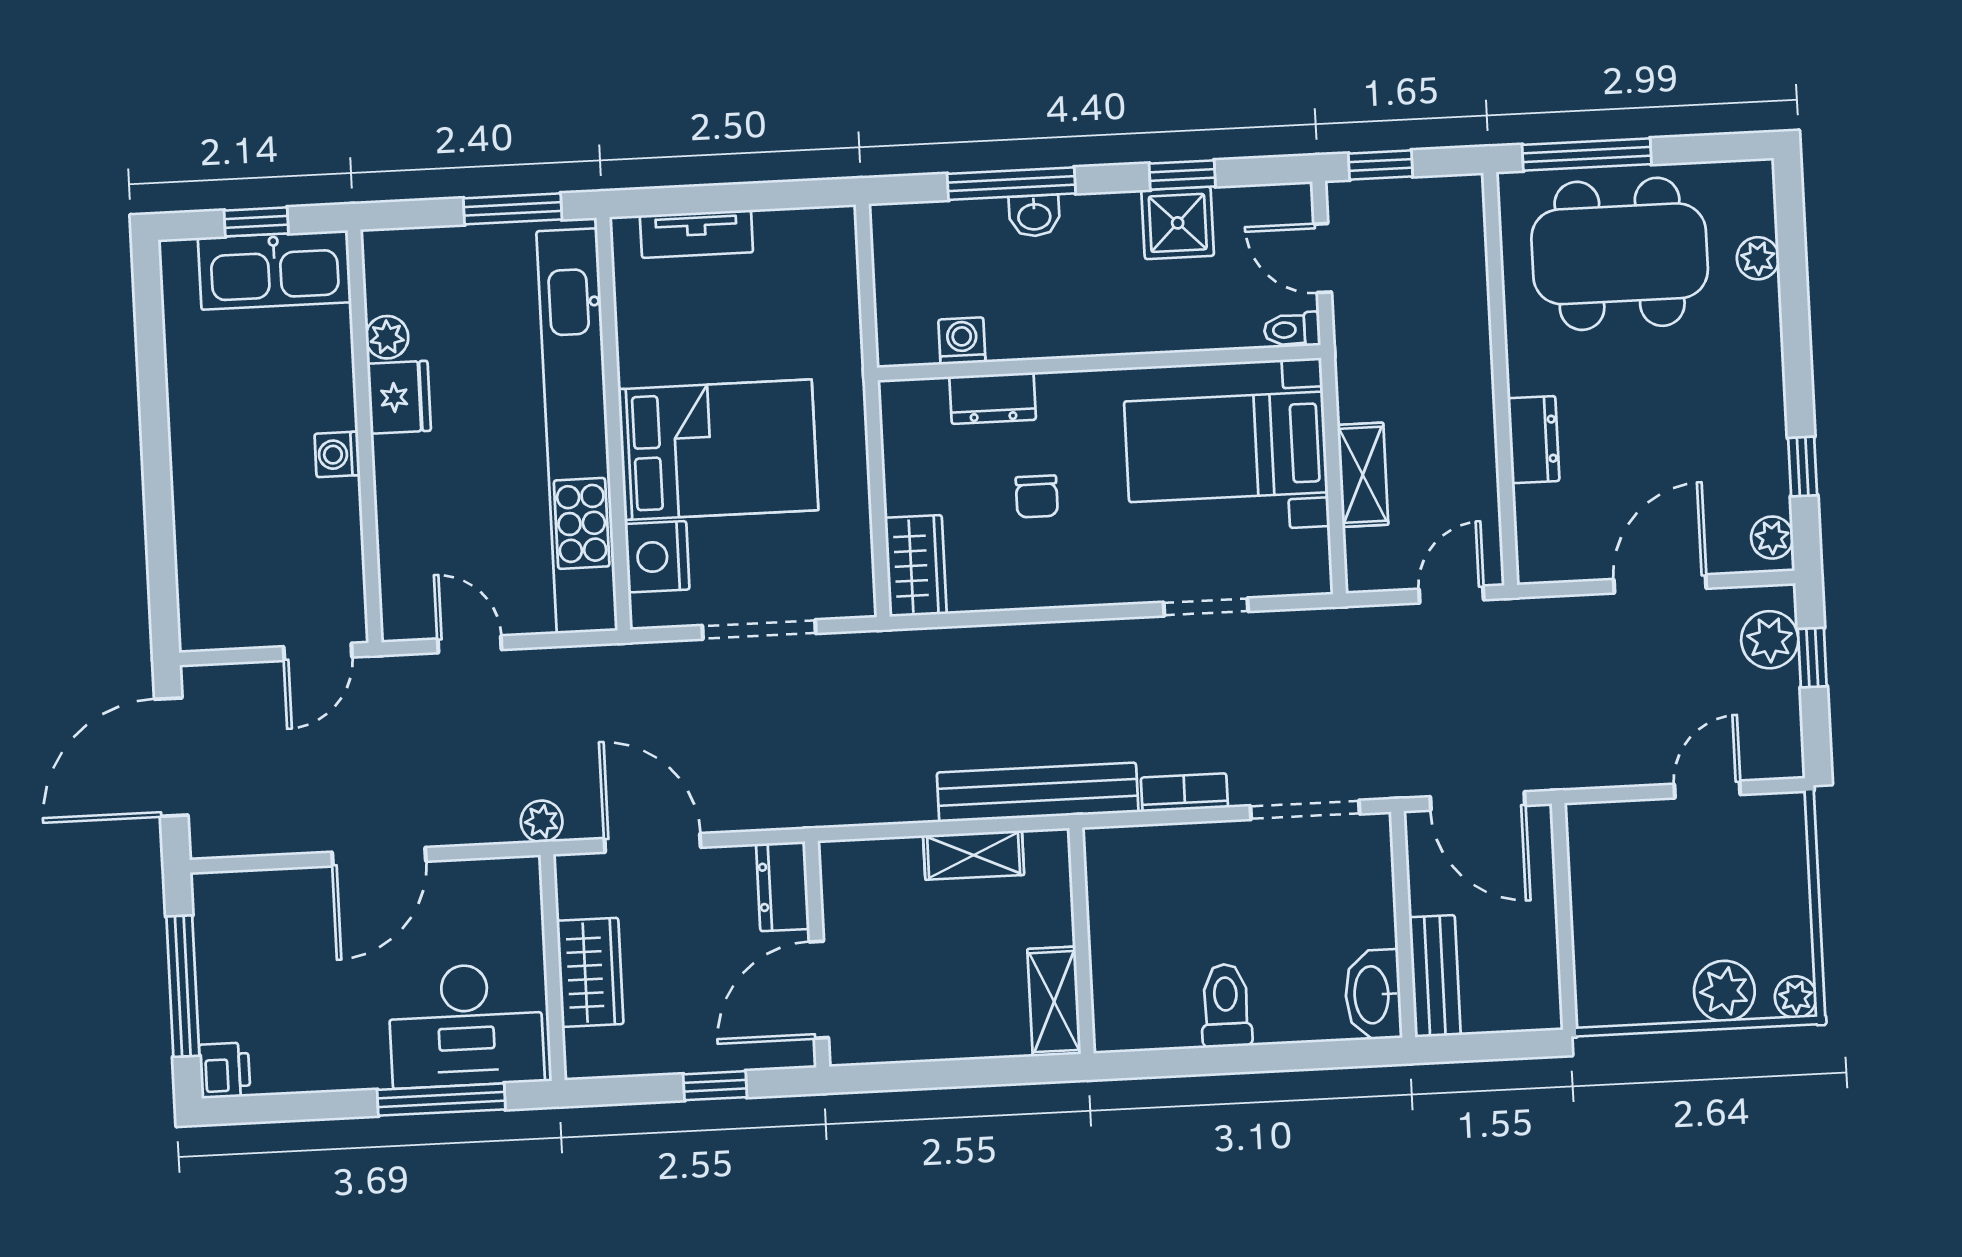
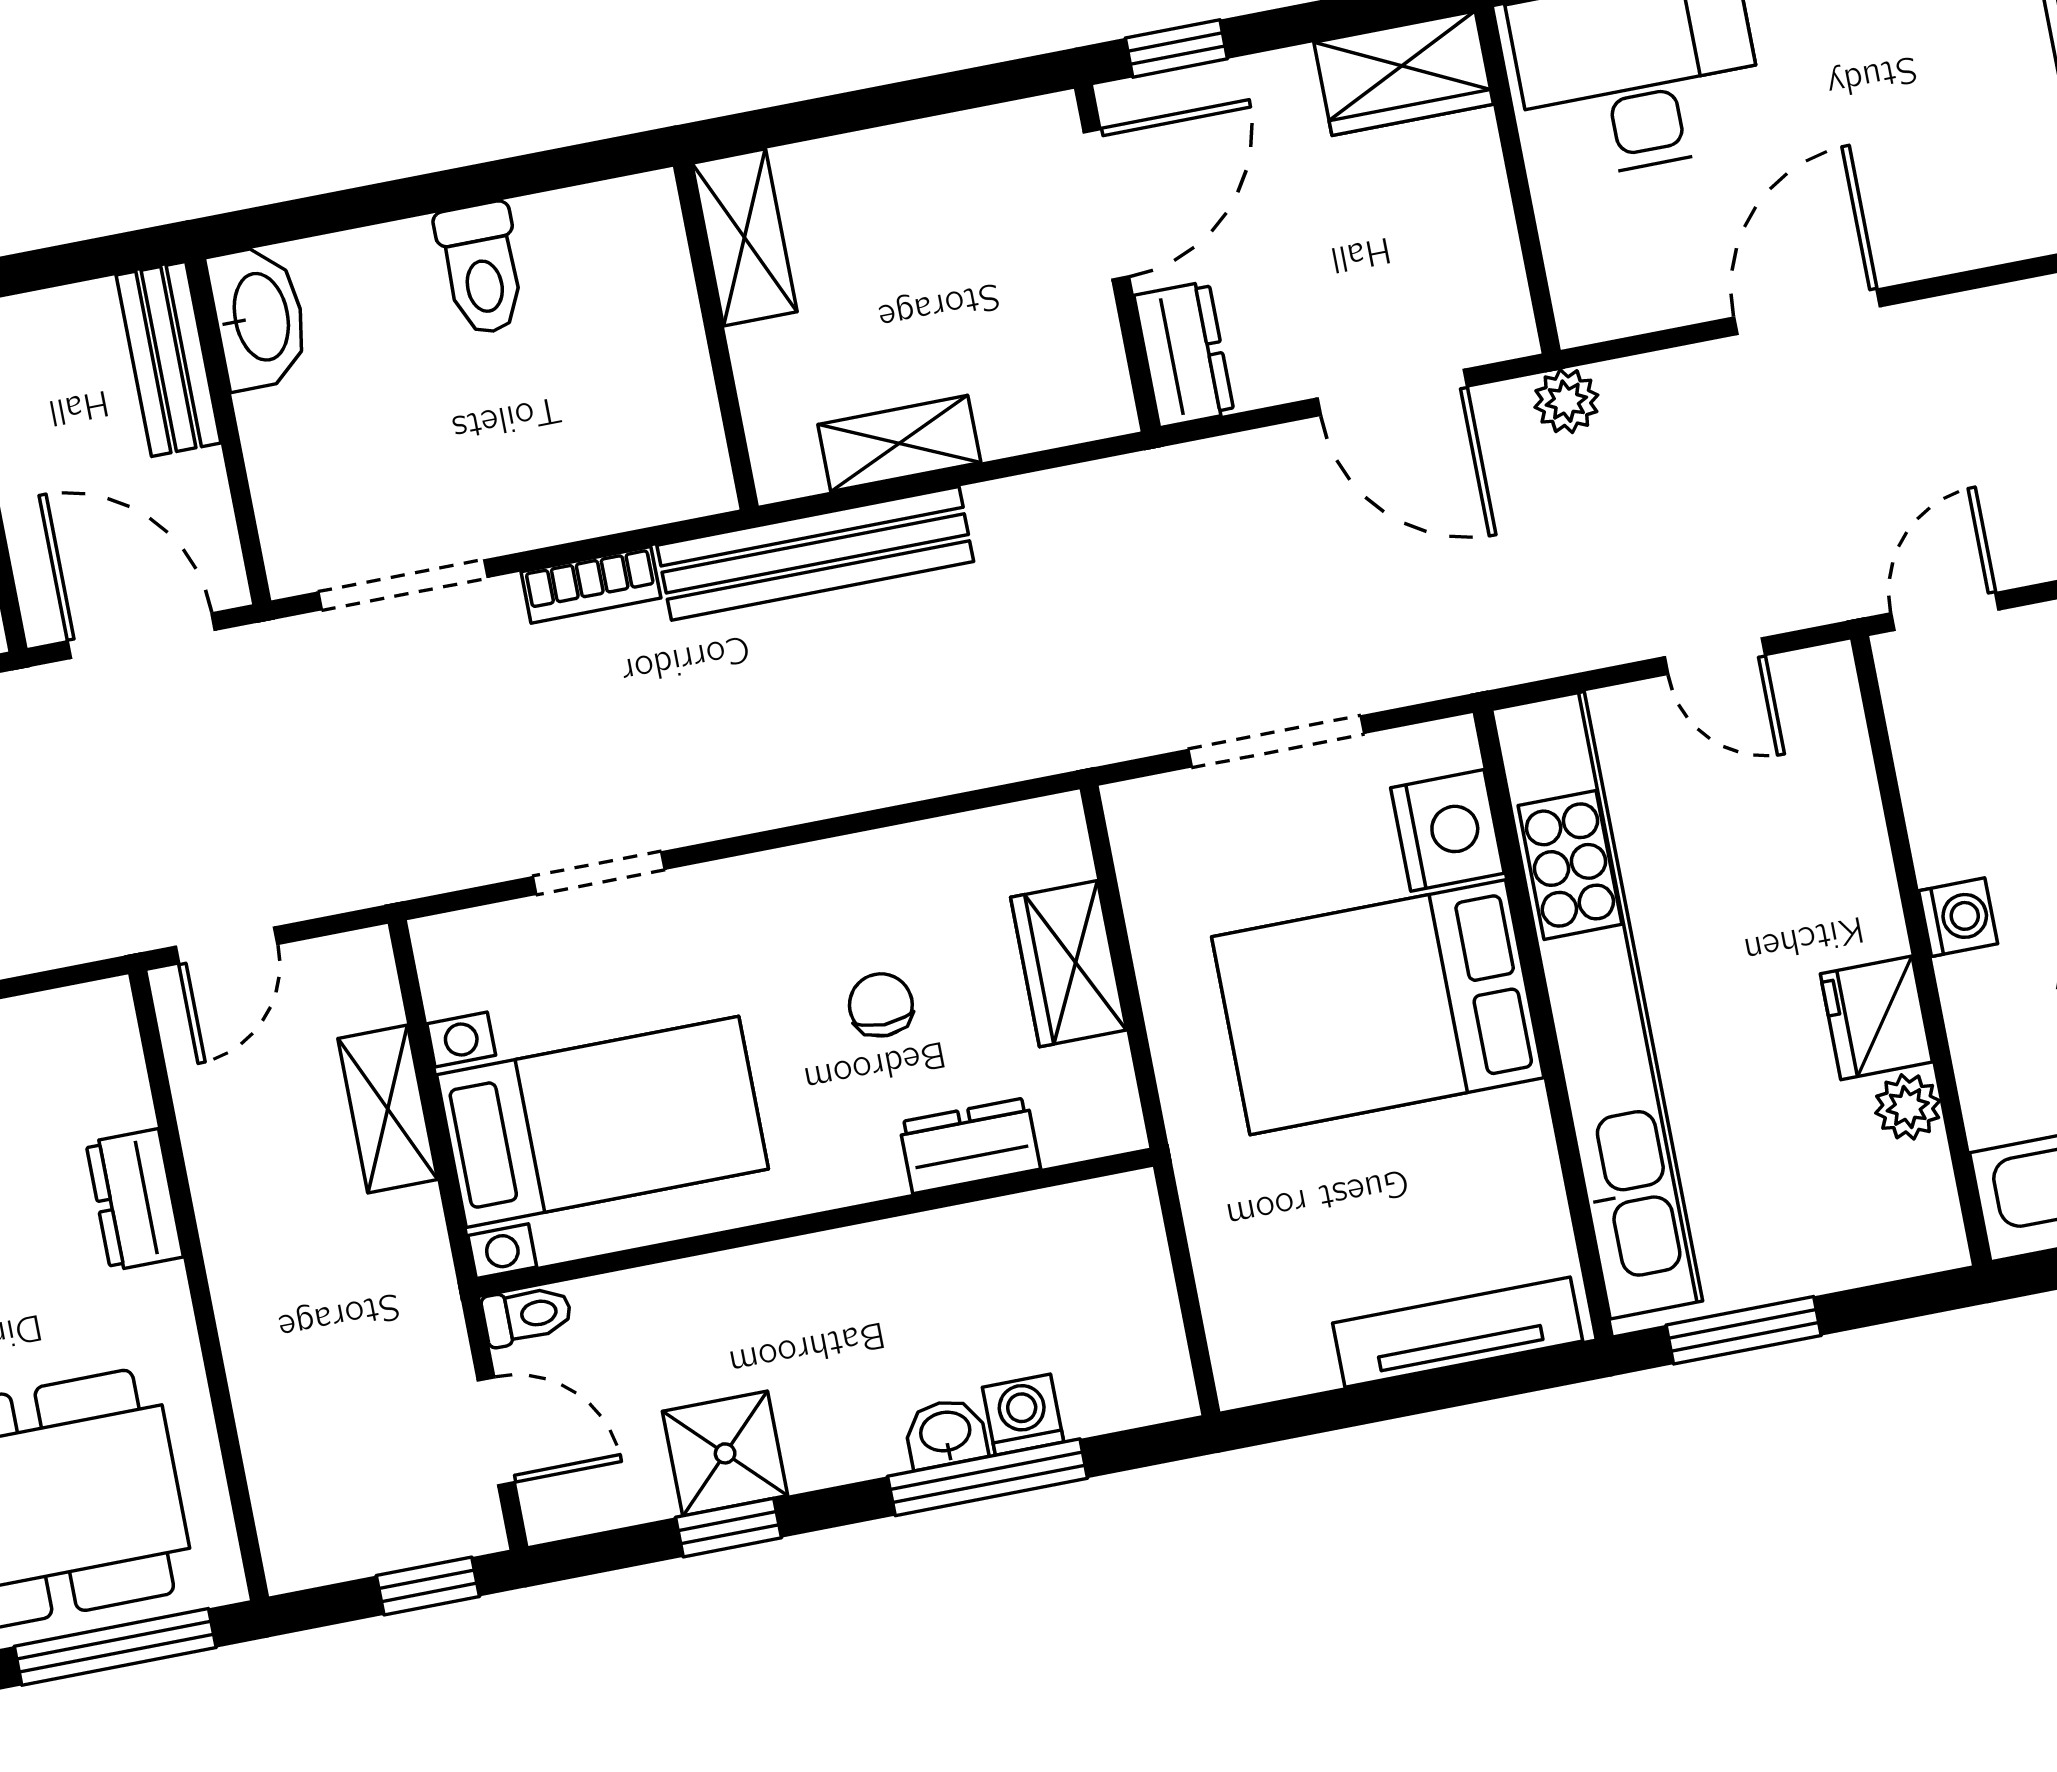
tv unit: (696, 234) -> (1458, 1332), width x1.41
washing machine: (962, 341) -> (1023, 1415), moved, turned 180
wardrobe: (916, 566) -> (1069, 964), moved
wardrobe: (590, 972) -> (1404, 73), moved, turned -90
window: (715, 1086) -> (1176, 48), moved

